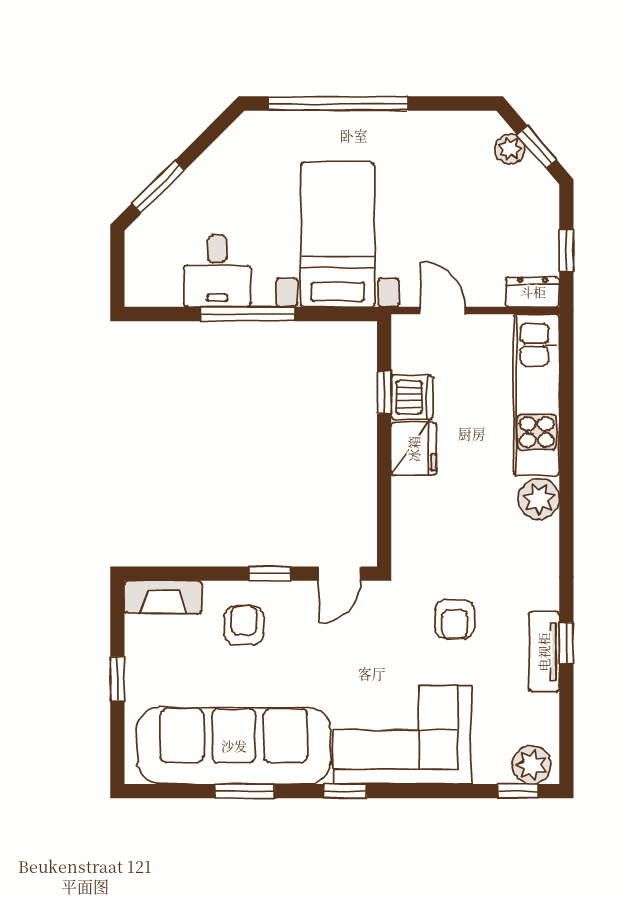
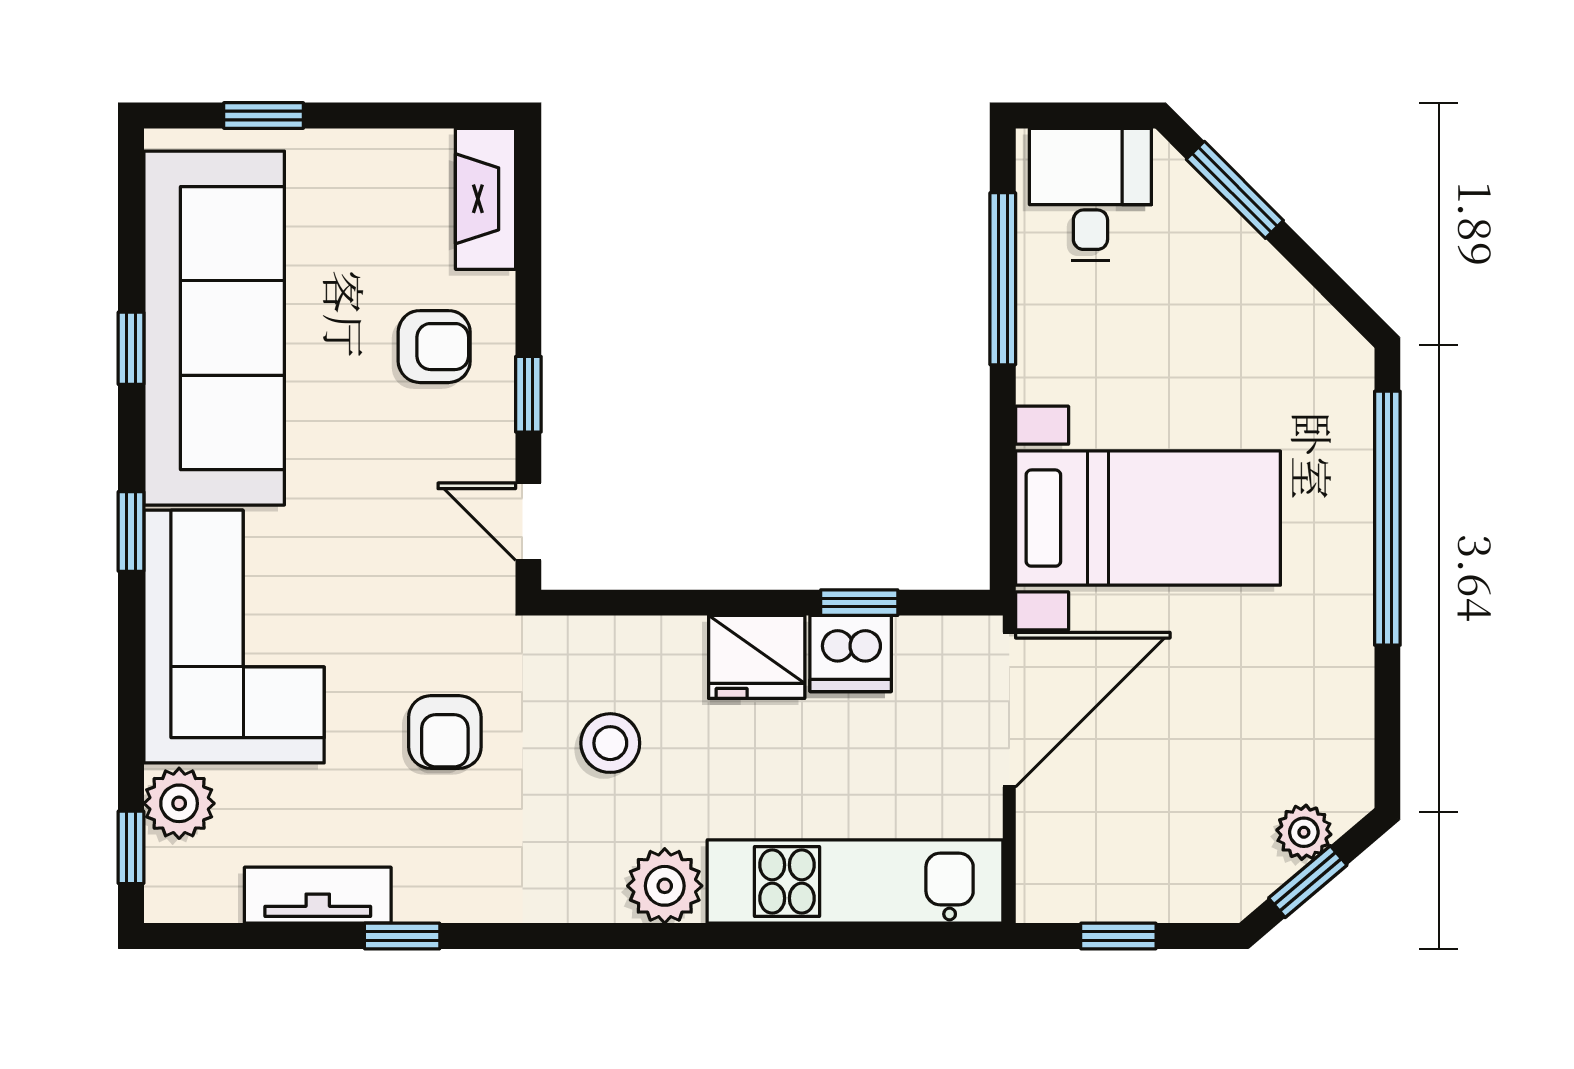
desk: (217, 271) -> (1090, 194), moved, turned 90
dresser: (533, 292) -> (1043, 874), removed
door: (443, 310) -> (1009, 710), width x1.87
window: (248, 314) -> (1003, 279), moved
stool: (461, 529) -> (610, 743), added
armchair: (455, 619) -> (445, 732), turned -91
tv unit: (544, 652) -> (318, 895), moved
window: (117, 679) -> (264, 116), moved
plant: (532, 765) -> (179, 803), moved
window: (245, 791) -> (131, 348), width x0.67

